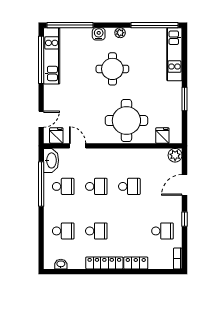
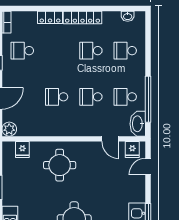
round table: (126, 121) -> (60, 165), width x0.73, depth x0.73

